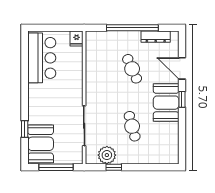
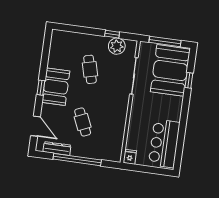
door: (182, 68) -> (35, 126), moved
booth: (41, 144) -> (170, 70), width x1.36, depth x1.42

